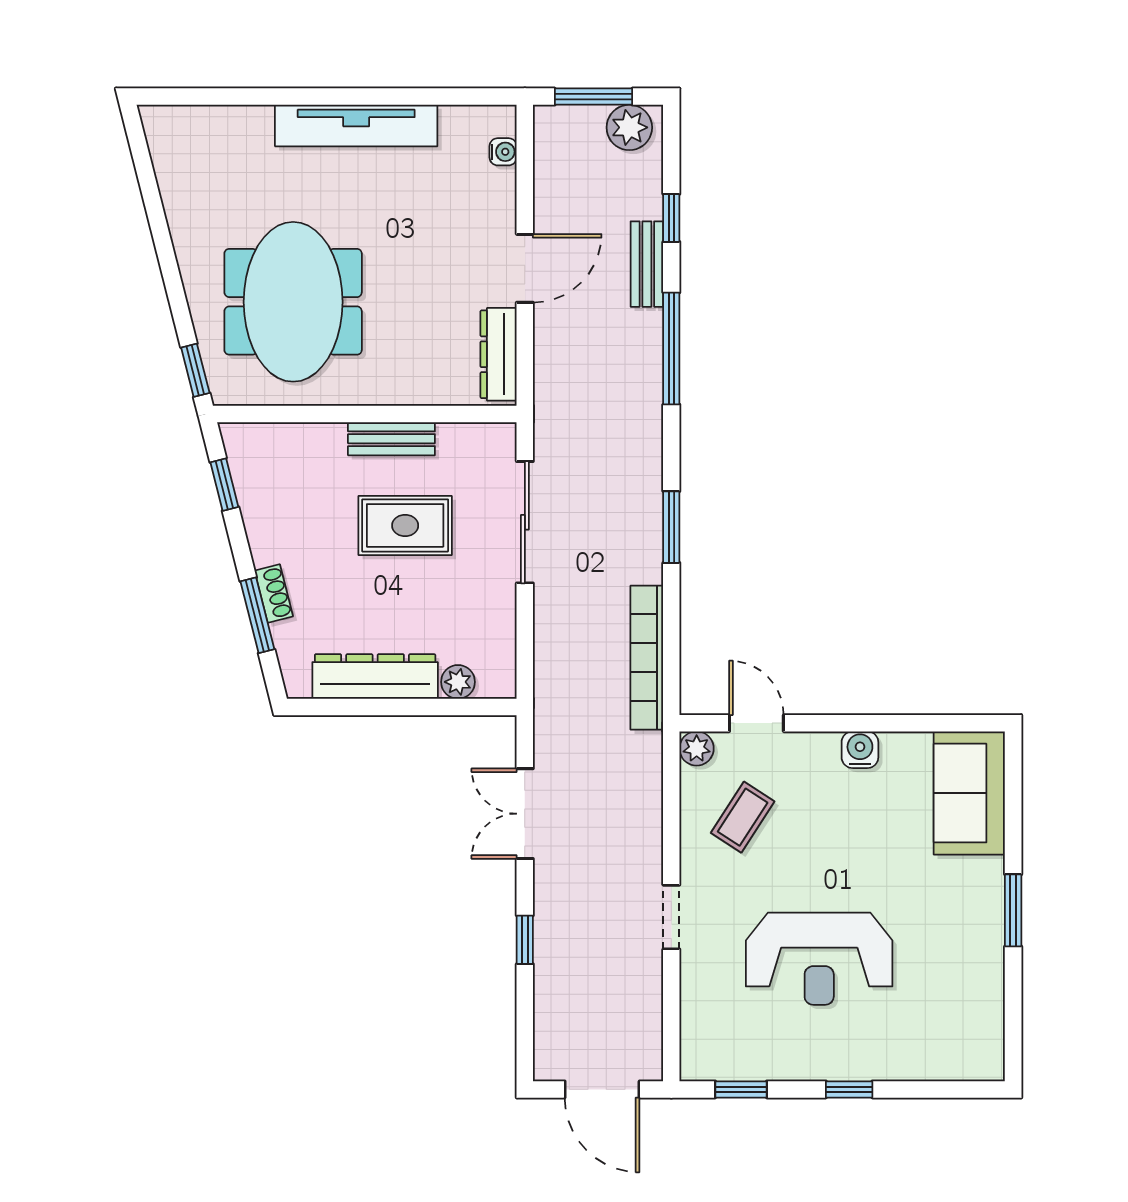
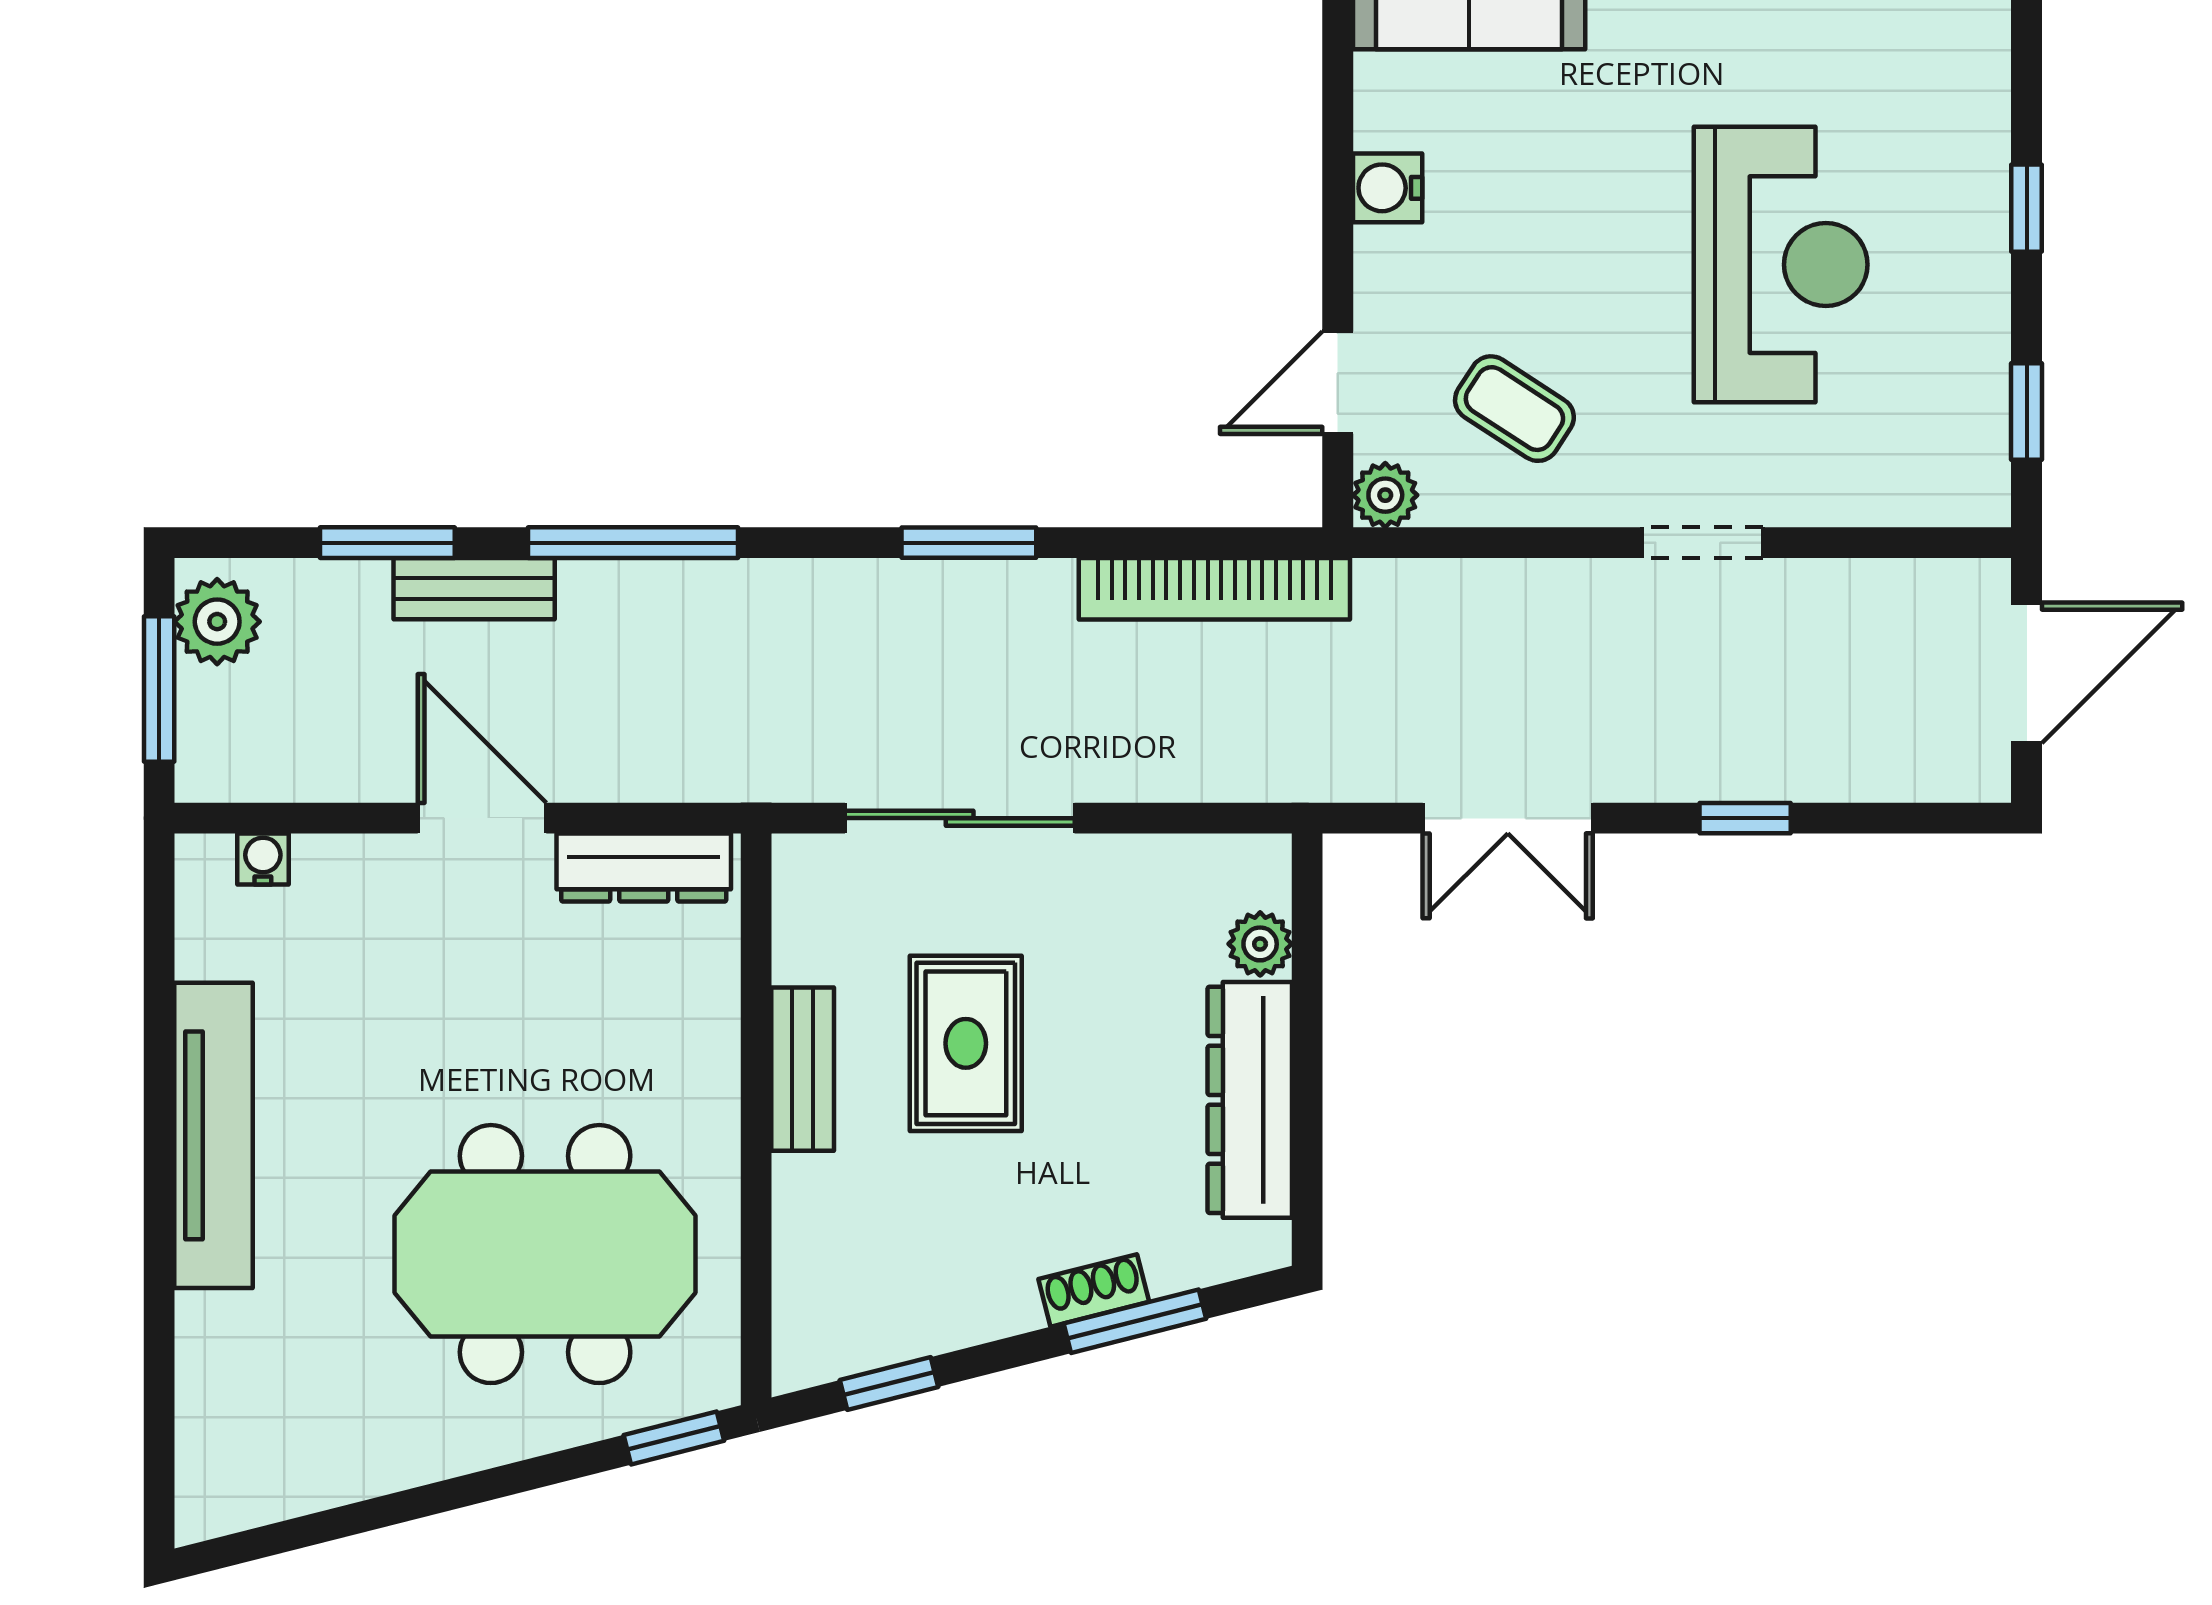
window: (671, 218) -> (387, 543), width x1.50

